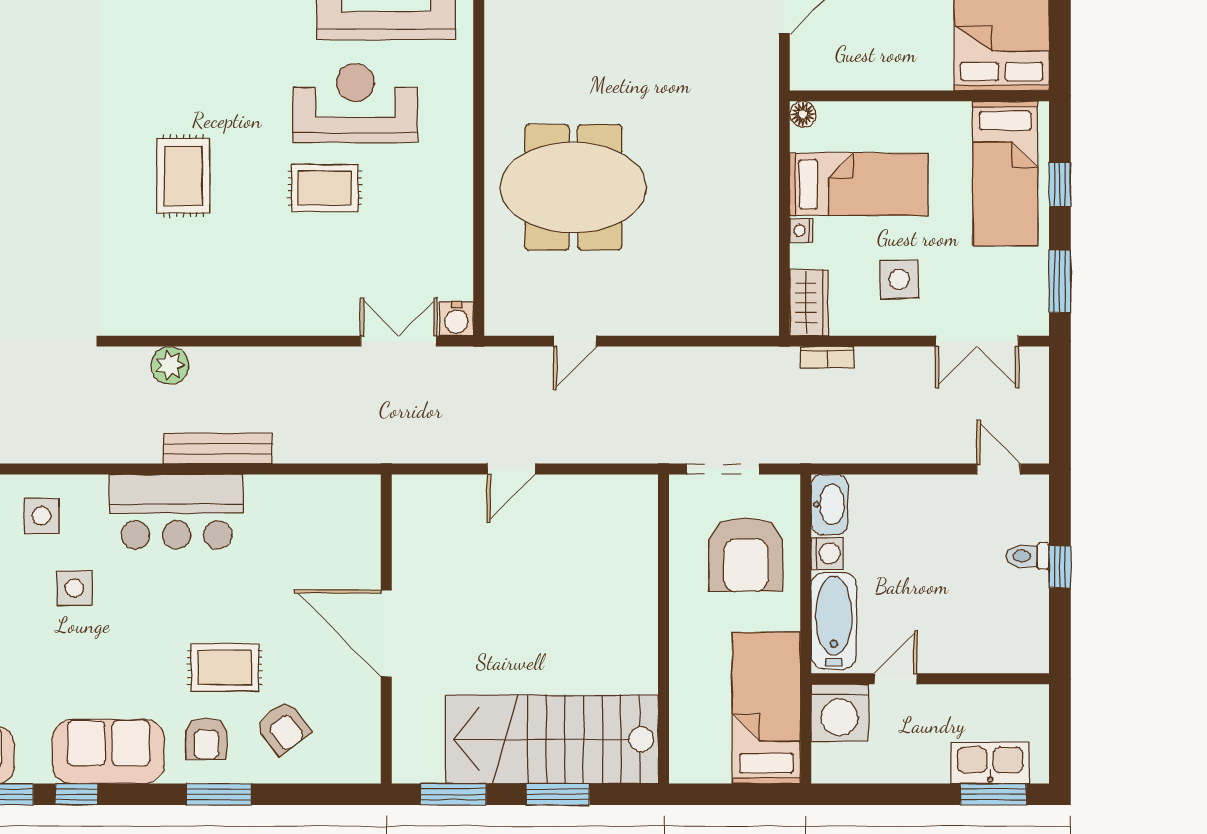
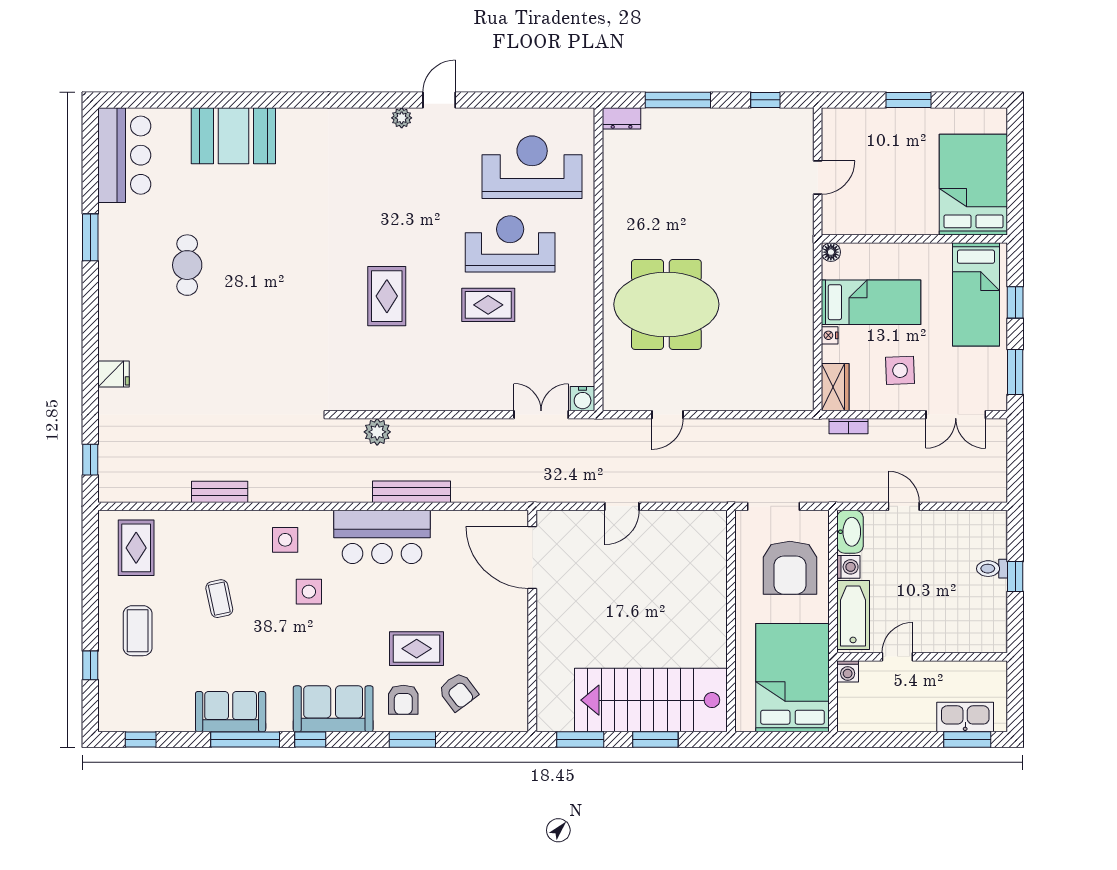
door: (999, 469) -> (904, 506), moved
door: (386, 633) -> (532, 557), moved
bed: (766, 708) -> (793, 678), width x1.50
washing machine: (840, 713) -> (848, 671), width x0.53, depth x0.53

